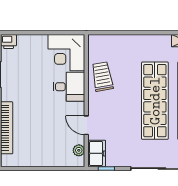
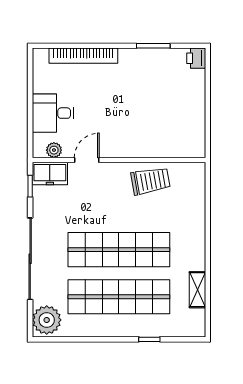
corner desk: (66, 53) -> (182, 134), removed
desk: (69, 87) -> (53, 113), moved, turned 90

